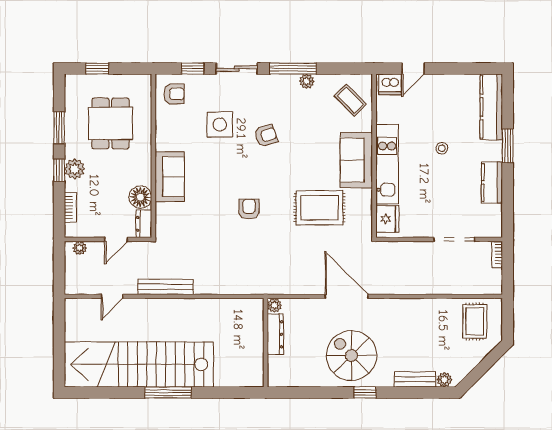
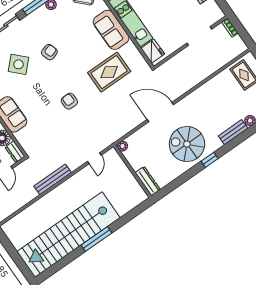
side table: (220, 124) -> (18, 64), turned 45
door: (112, 296) -> (94, 158), moved
dresser: (275, 334) -> (148, 181), moved

